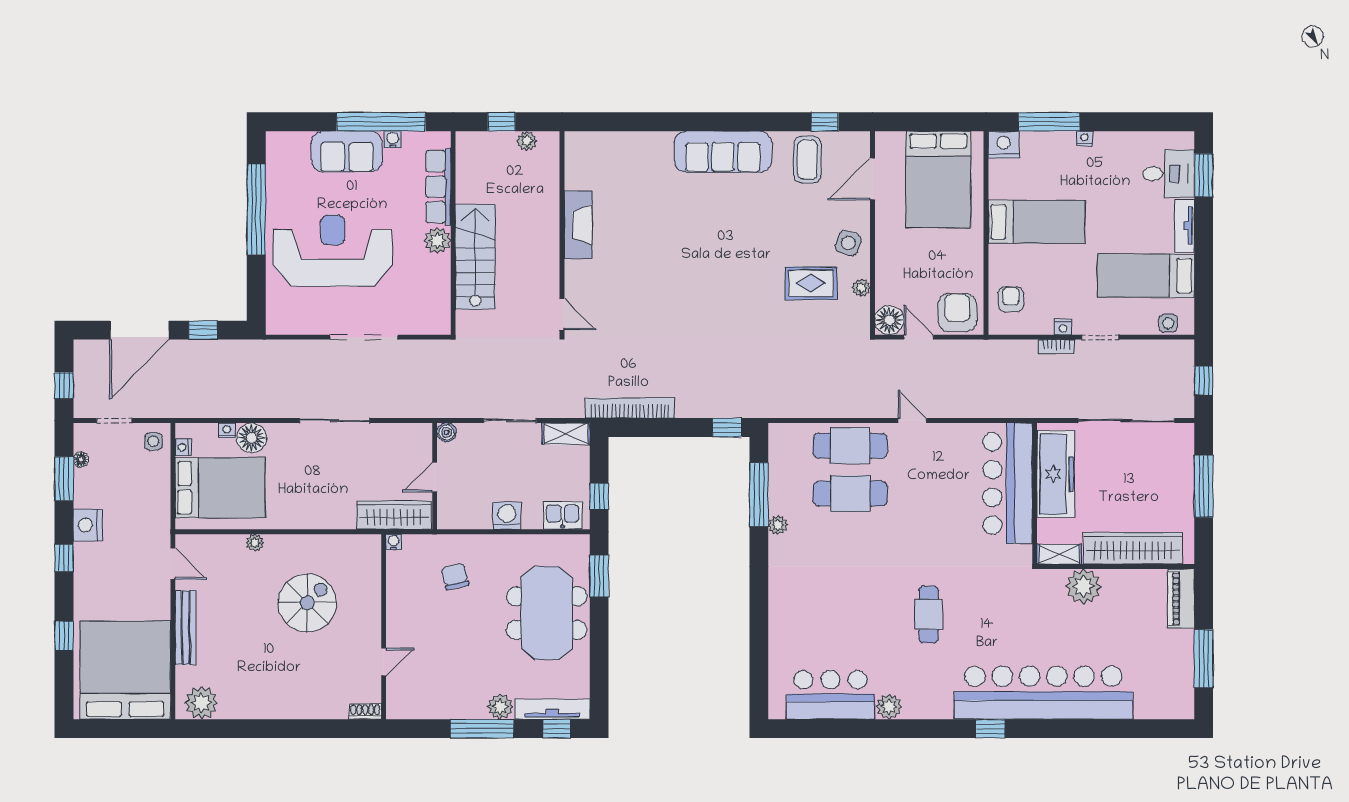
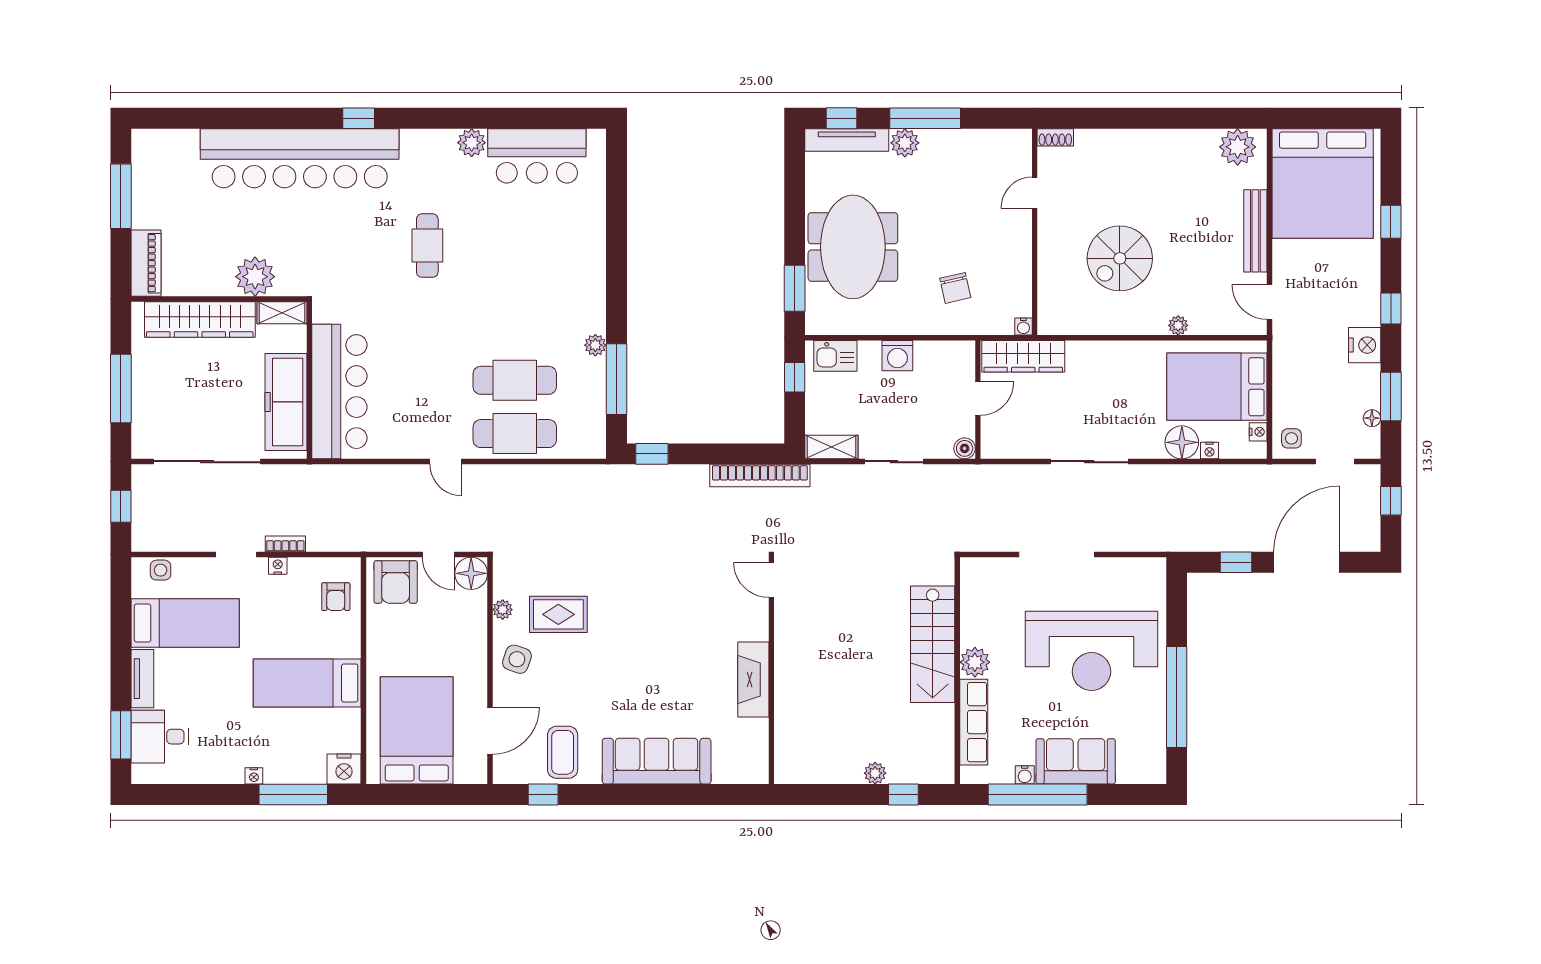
fireplace: (578, 225) -> (753, 680), moved
wall: (562, 233) -> (771, 671), moved
door: (562, 314) -> (771, 580), moved

